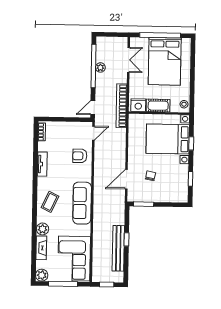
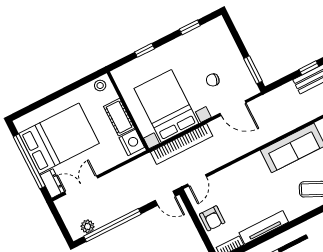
dresser: (139, 42) -> (52, 183), added
plant: (100, 67) -> (88, 226), moved
bookcase: (121, 106) -> (182, 144), moved
door: (93, 133) -> (197, 180), swing flipped
bed with nightstands: (168, 139) -> (166, 106), moved, turned 180
armchair: (80, 156) -> (212, 218), moved
tv unit: (42, 164) -> (264, 227), width x1.41

